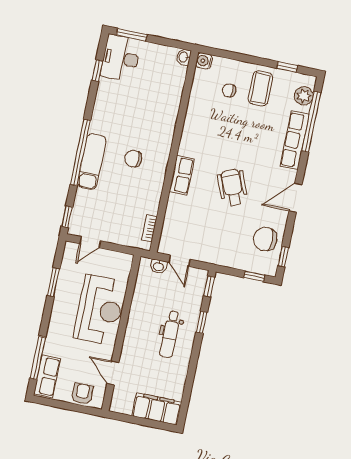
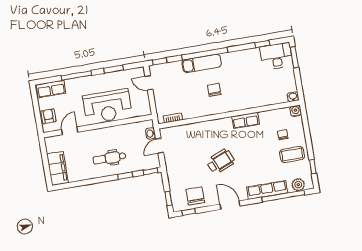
row of seats: (182, 175) -> (246, 120), moved
window: (38, 358) -> (77, 75), moved
armchair: (82, 394) -> (48, 116), turned -90

